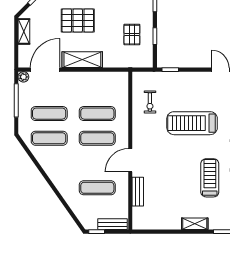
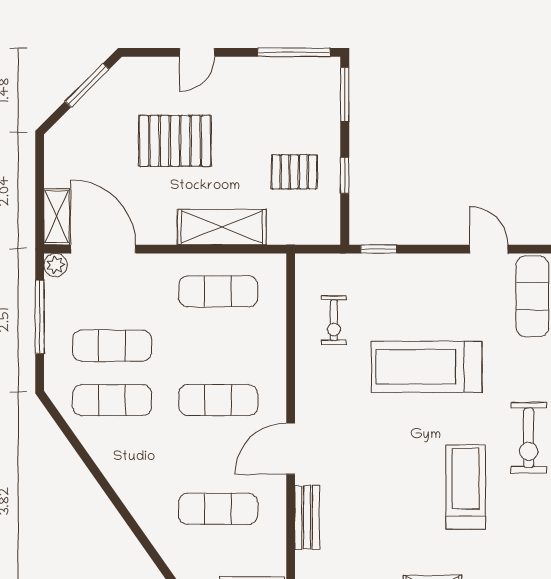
shelving: (24, 31) -> (57, 217), moved
pallet: (132, 35) -> (294, 172), turned 90
shelving: (82, 60) -> (222, 227), moved
door: (45, 70) -> (103, 249), hinge flipped
exercise mat: (97, 114) -> (218, 291), moved

